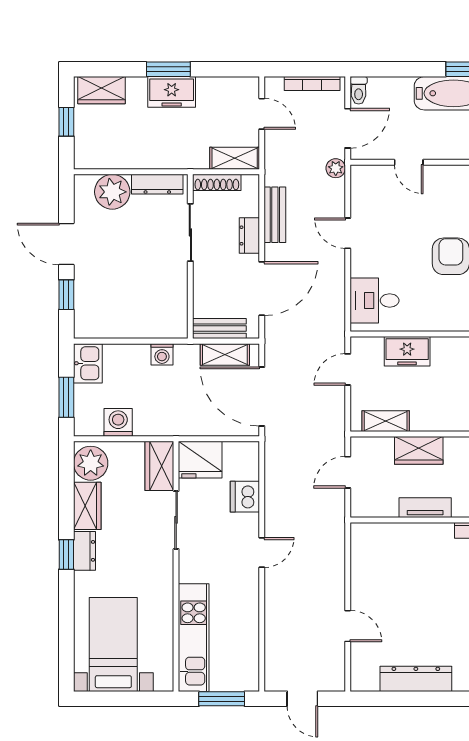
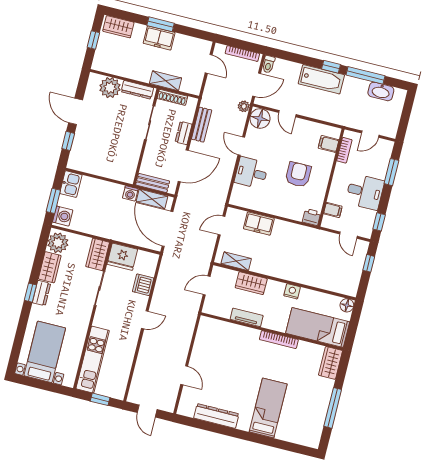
shelving: (235, 158) -> (166, 81), moved
floor lamp: (367, 181) -> (260, 118), added
desk: (374, 300) -> (251, 173), moved
washing machine: (162, 354) -> (130, 193), moved
washing machine: (118, 422) -> (63, 216), moved, turned 90
window: (222, 699) -> (100, 399), width x0.67

